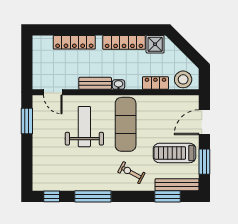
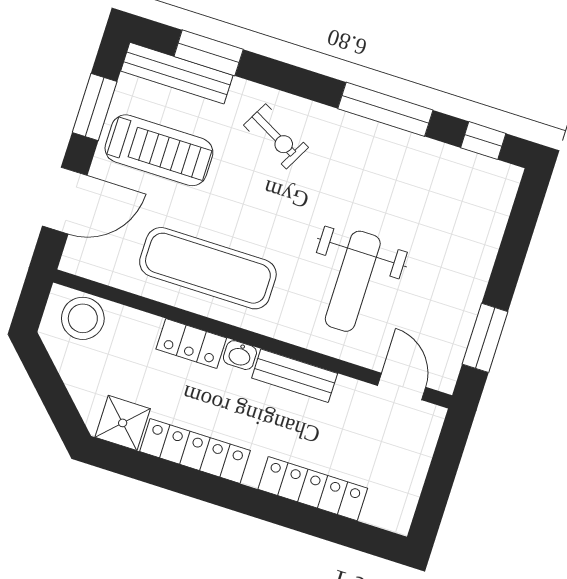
locker: (155, 83) -> (191, 343), moved
exercise mat: (126, 124) -> (208, 268), moved, turned 90

